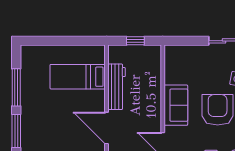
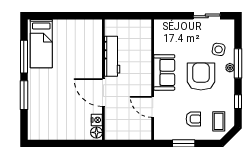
window: (135, 41) -> (129, 16), removed
bed: (78, 77) -> (41, 44), moved, turned -90

